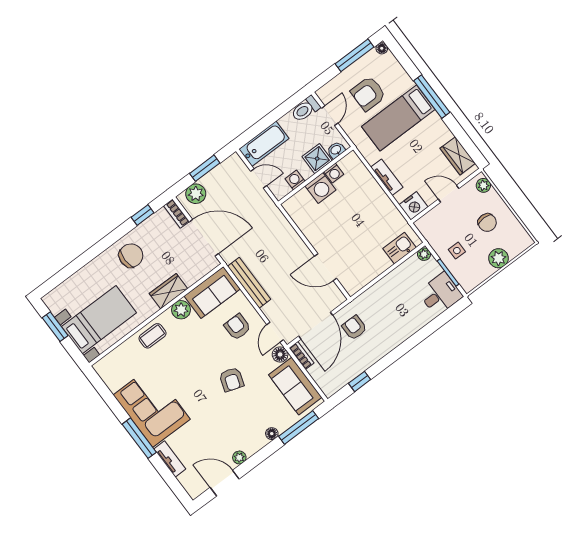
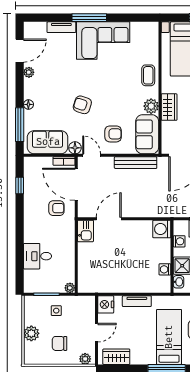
washing machine: (320, 188) -> (162, 229), moved
kitchen sink: (400, 248) -> (85, 231), moved
desk: (440, 294) -> (38, 256), moved, turned 90

